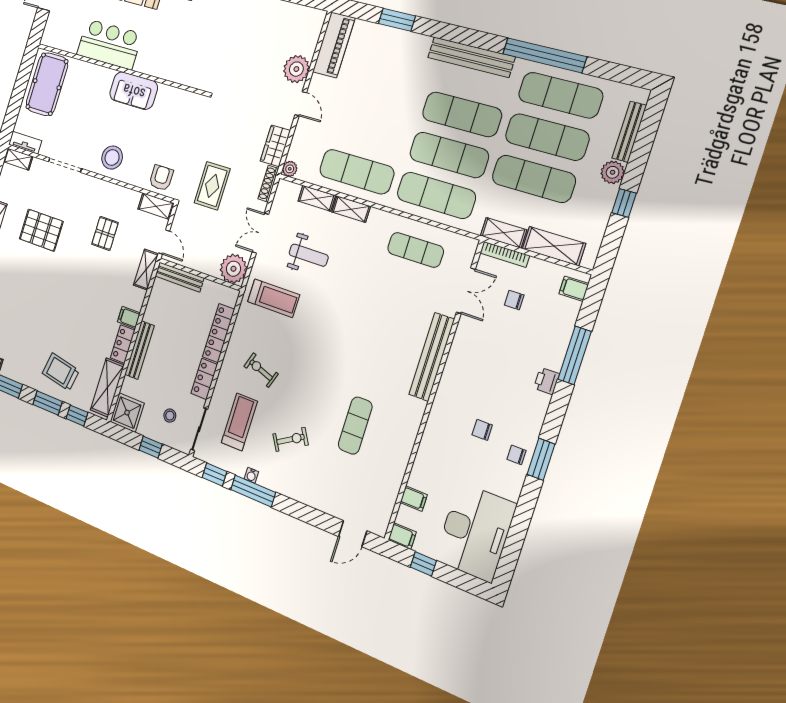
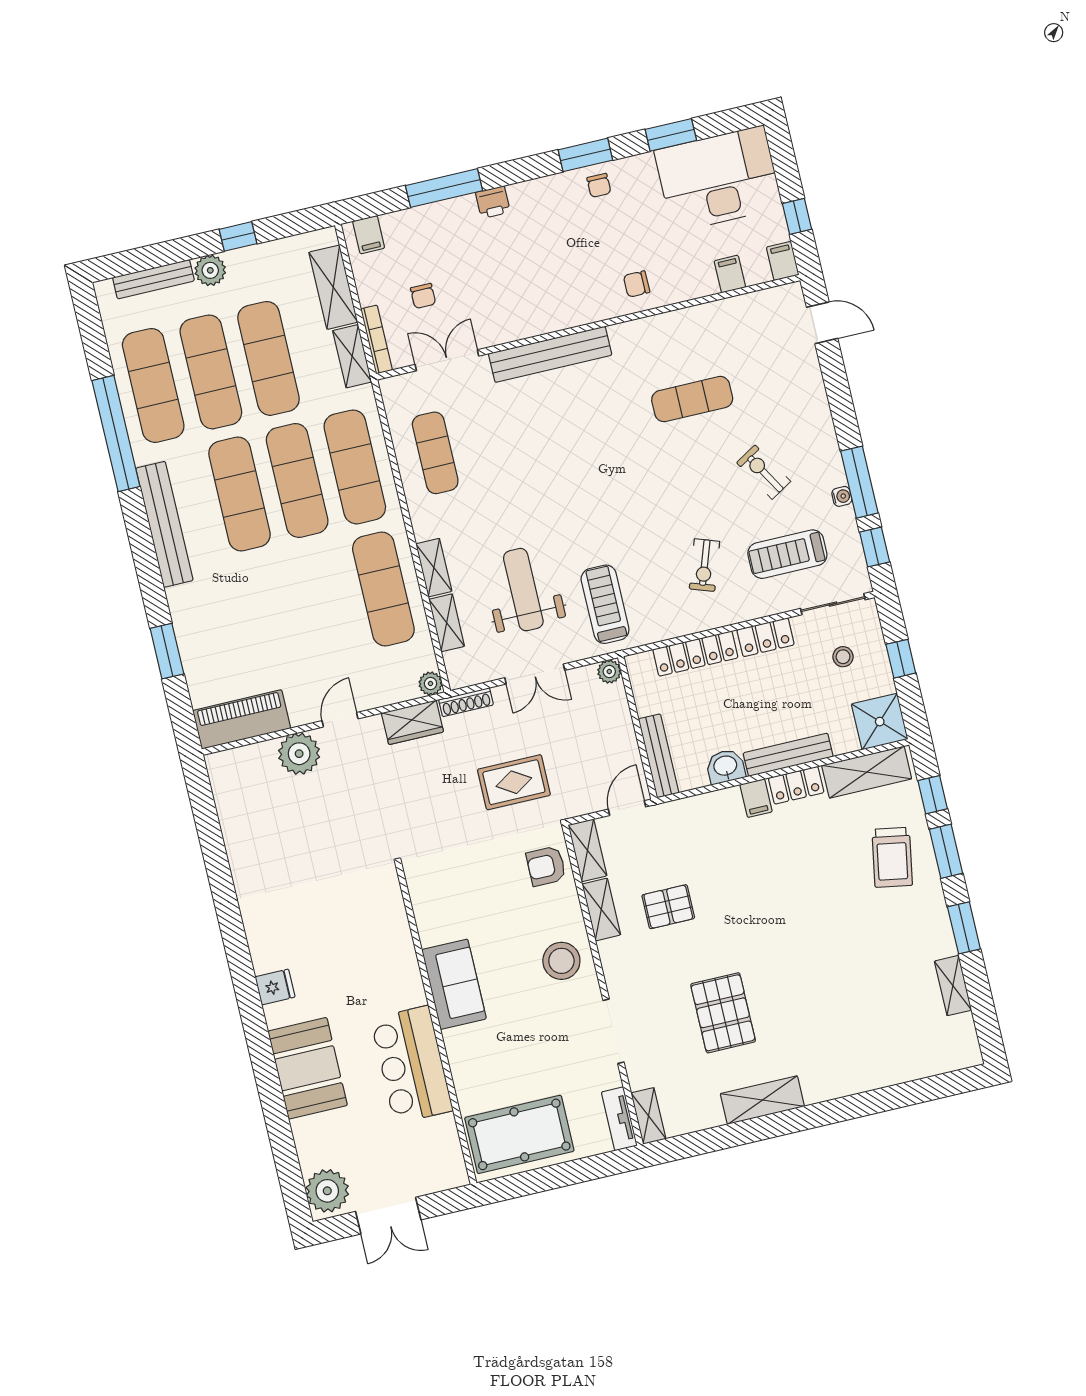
weight bench: (309, 255) -> (523, 590), width x1.36, depth x1.33
plant: (233, 269) -> (609, 672), width x0.53, depth x0.53
shelving: (146, 270) -> (601, 909), moved, turned 90
washbasin: (153, 311) -> (725, 766), added
chair: (482, 430) -> (637, 284), moved, turned 90
window: (521, 522) -> (671, 135), added

